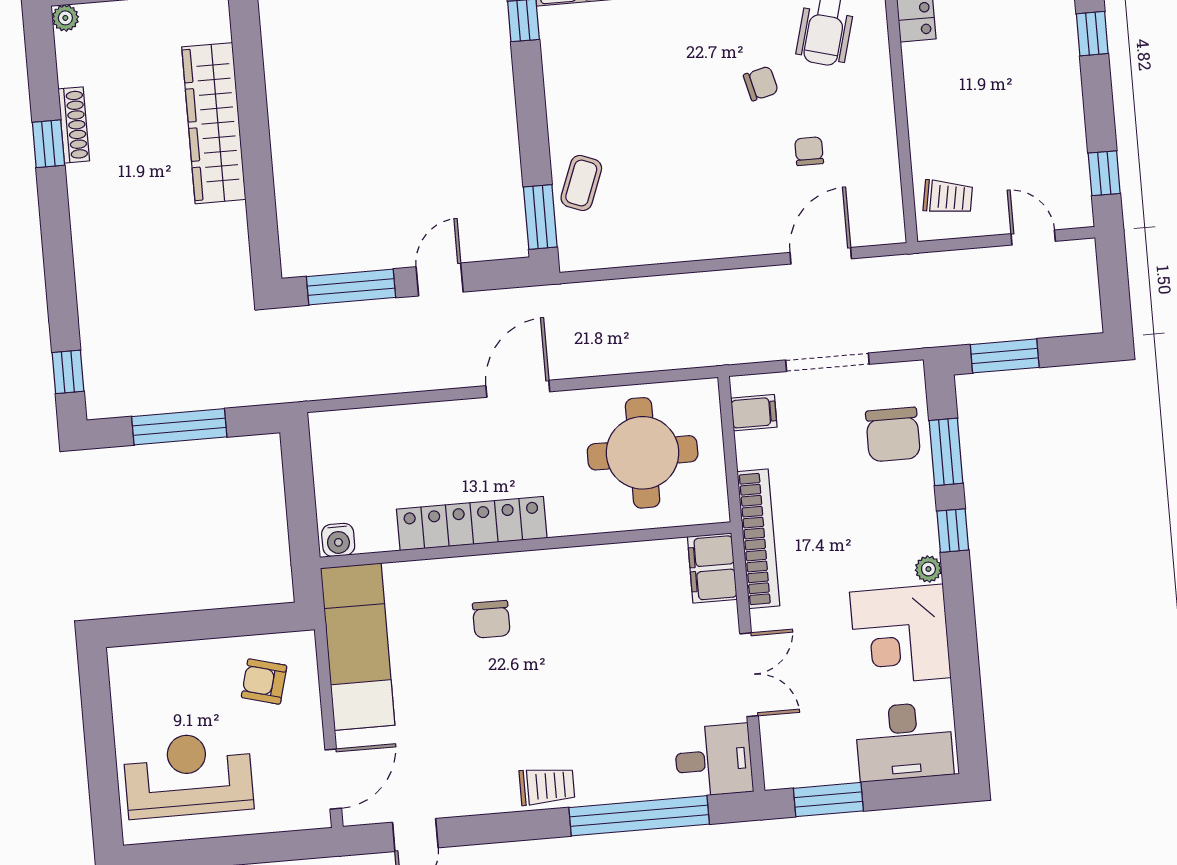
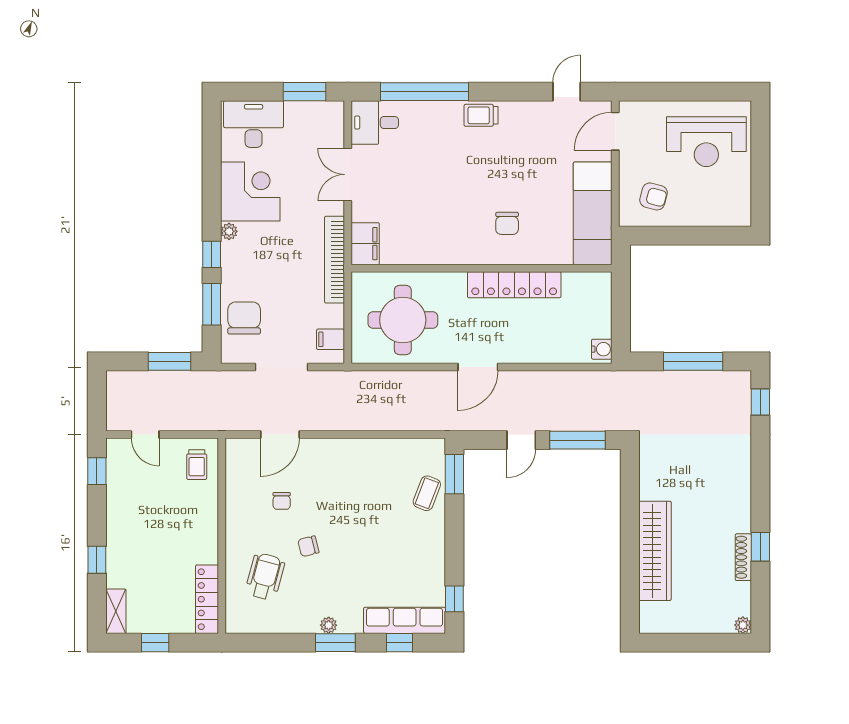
trolley: (948, 197) -> (197, 465), turned -100
water cooler: (338, 540) -> (602, 349), moved, turned 90
chair: (491, 619) -> (507, 223), turned 180

